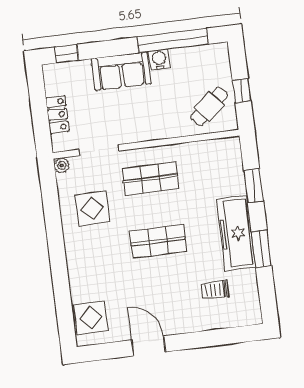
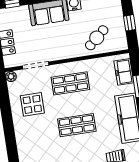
cafe table: (209, 106) -> (97, 38), moved
freezer: (231, 164) -> (124, 72), added

